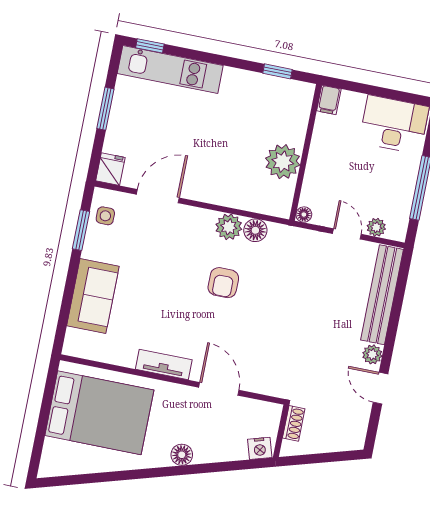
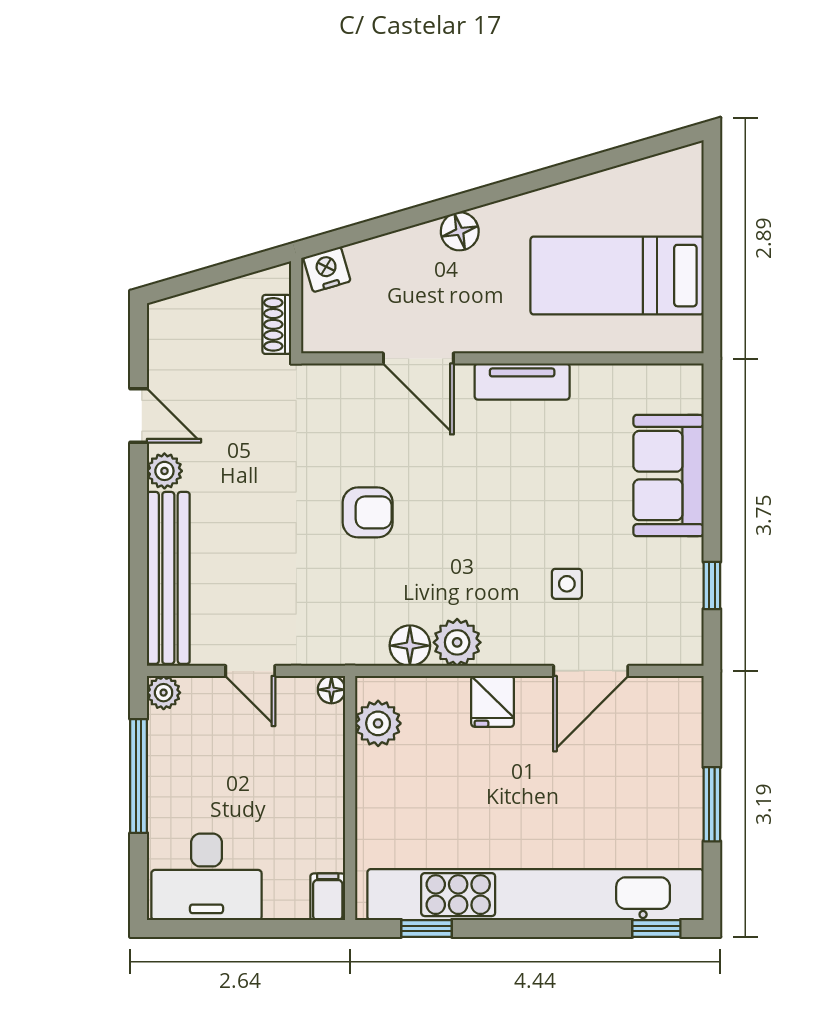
kitchen unit: (170, 69) -> (535, 895), width x1.86
plant: (283, 162) -> (378, 723), moved, width x0.73, depth x0.73
fridge: (110, 169) -> (493, 701), moved
side table: (105, 216) -> (567, 584), moved
plant: (376, 227) -> (164, 693), moved
window: (81, 230) -> (712, 585), width x0.67
armchair: (223, 283) -> (368, 512), moved, turned 90
bed: (99, 413) -> (617, 276), width x0.67

